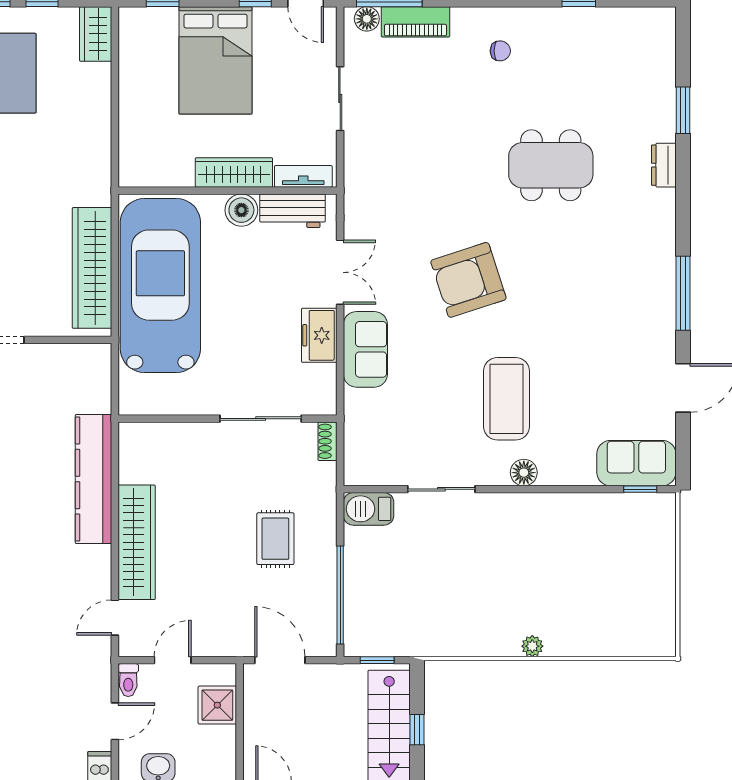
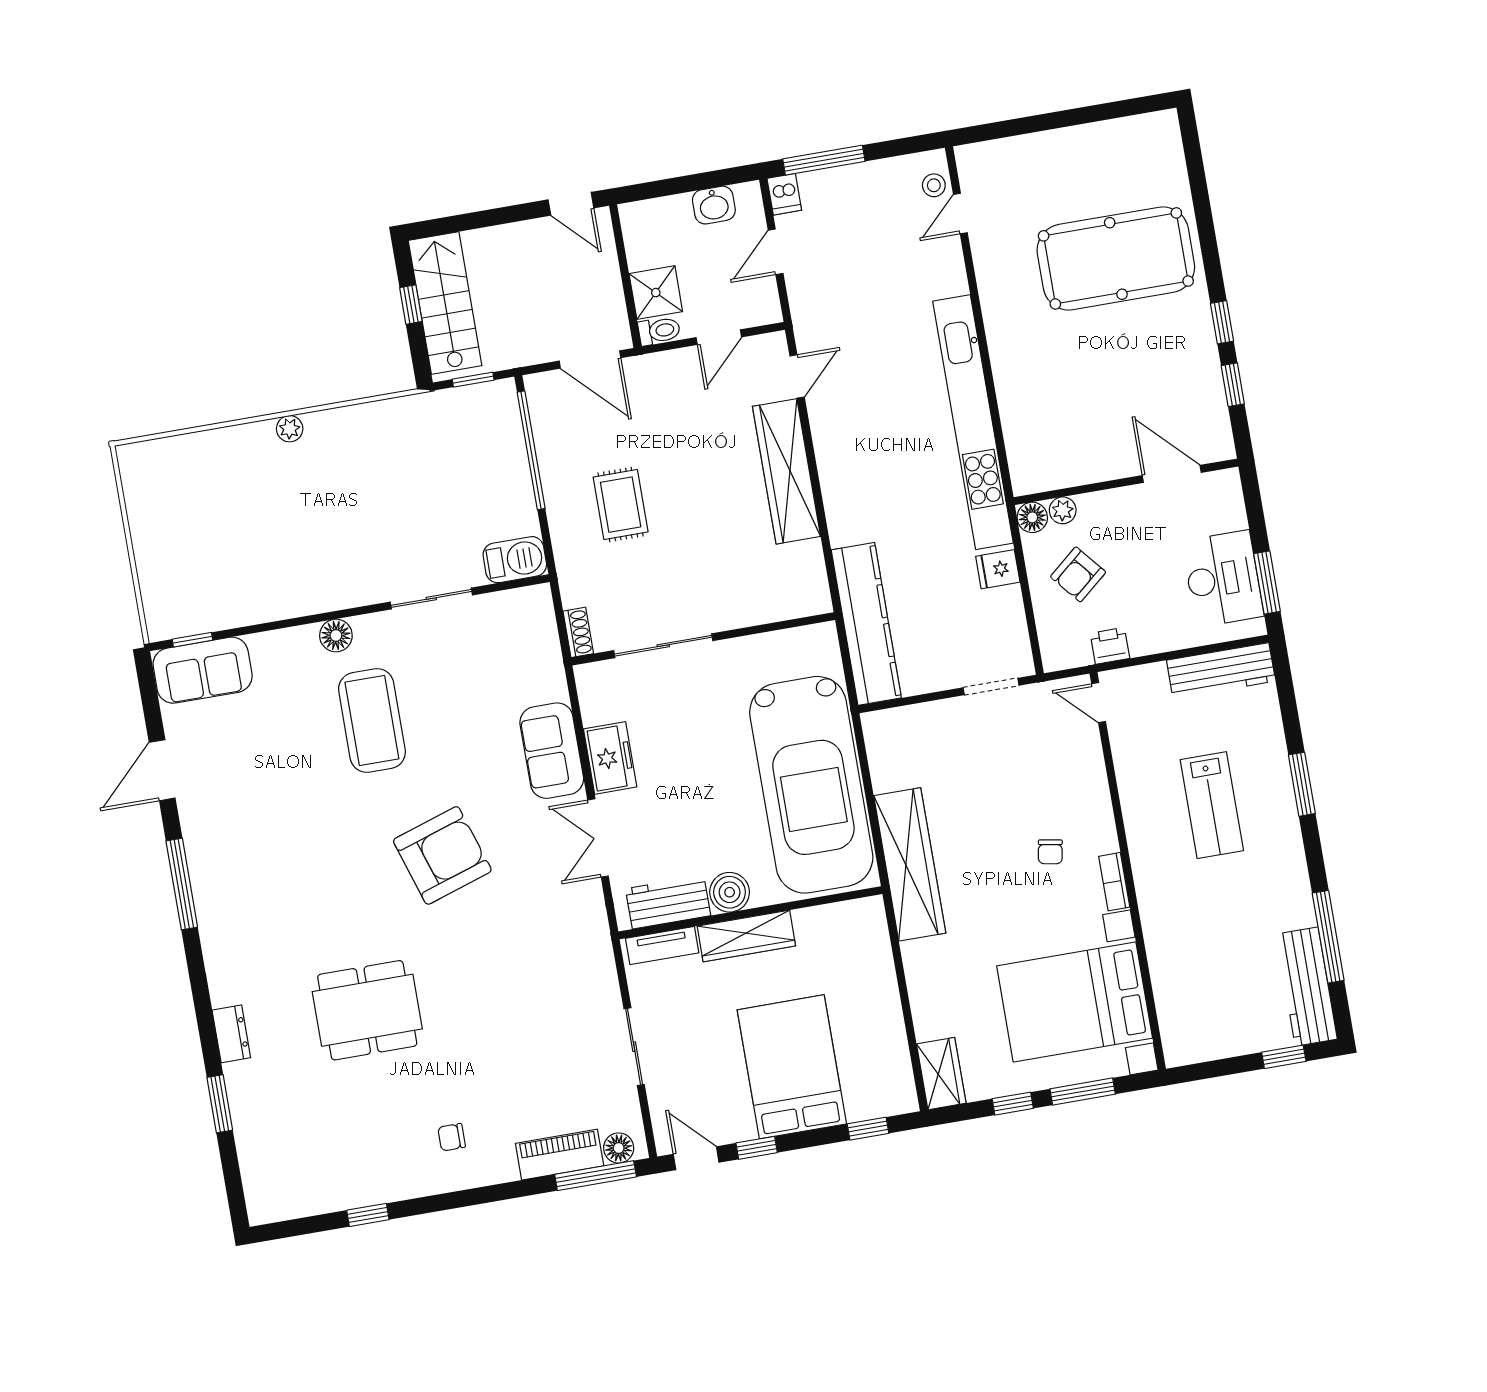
wardrobe: (92, 268) -> (910, 864), moved
kitchen counter: (93, 479) -> (866, 624), moved
toilet: (128, 680) -> (659, 331), moved, turned 90

